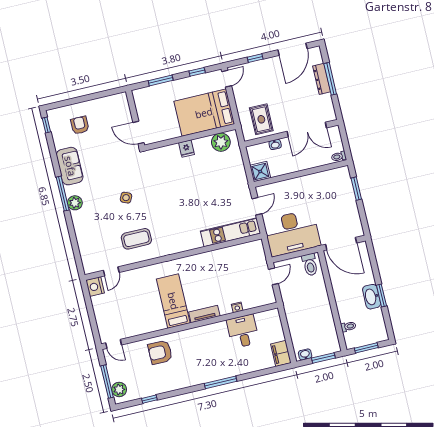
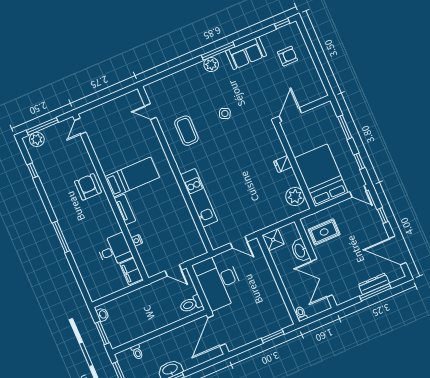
washbasin: (275, 144) -> (300, 250), width x1.91, depth x1.45
kitchen unit: (230, 232) -> (199, 198), moved
nightstand: (95, 287) -> (133, 98), removed
armchair: (160, 352) -> (88, 187), moved
filing cabinet: (281, 353) -> (131, 271), moved, turned -90

